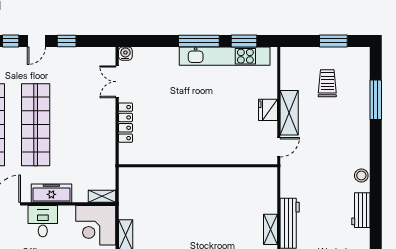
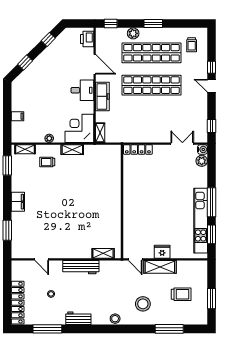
window: (67, 41) -> (212, 126), moved
plant: (141, 55) -> (202, 161), added
locker: (125, 123) -> (138, 150), moved
stool: (341, 137) -> (143, 304), added
workbench: (361, 210) -> (78, 318), moved
shelving: (270, 229) -> (103, 253), moved

